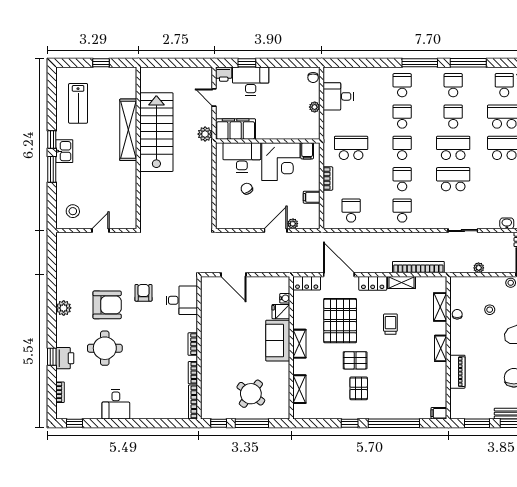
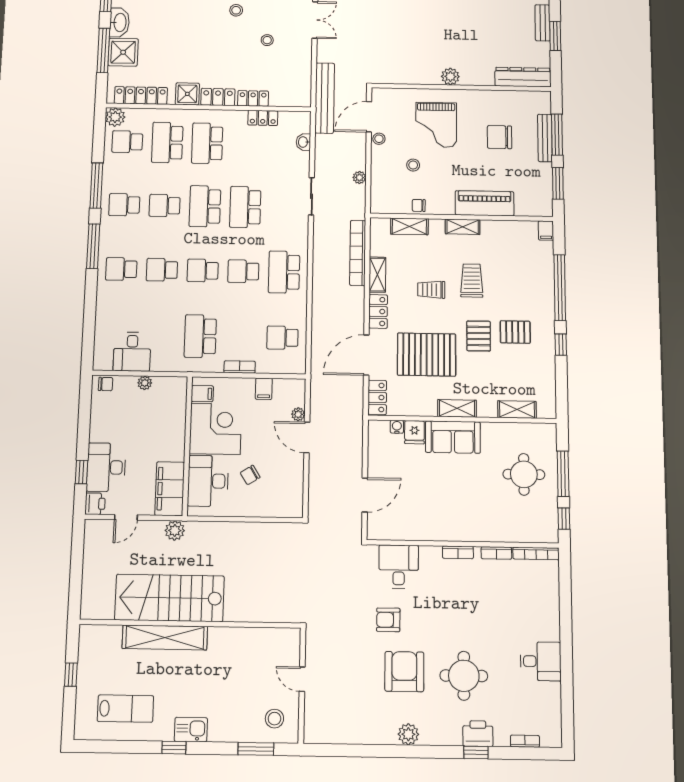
window: (52, 169) -> (256, 749), moved
school desk: (402, 211) -> (284, 272), width x1.85
trolley: (398, 355) -> (472, 281), added
piano: (457, 372) -> (485, 203), width x1.37, depth x1.33
round table: (251, 394) -> (524, 474), turned -37
window: (75, 423) -> (568, 721), removed

